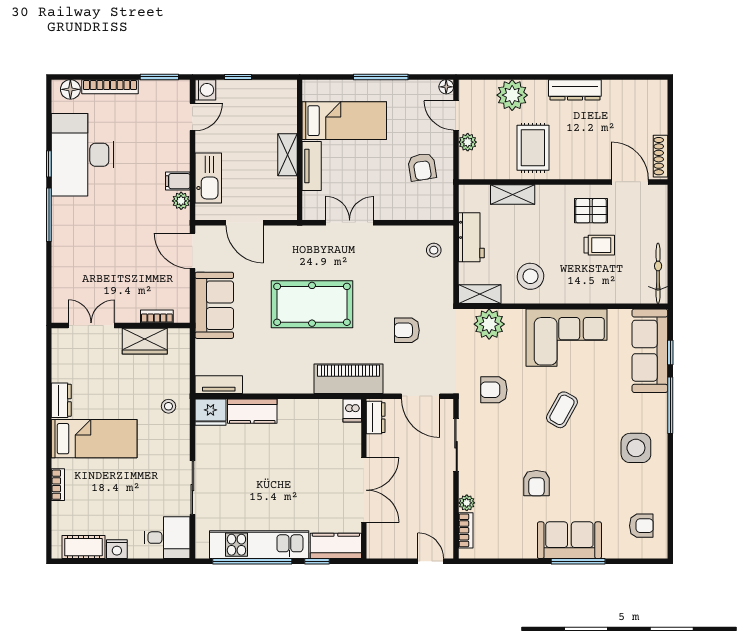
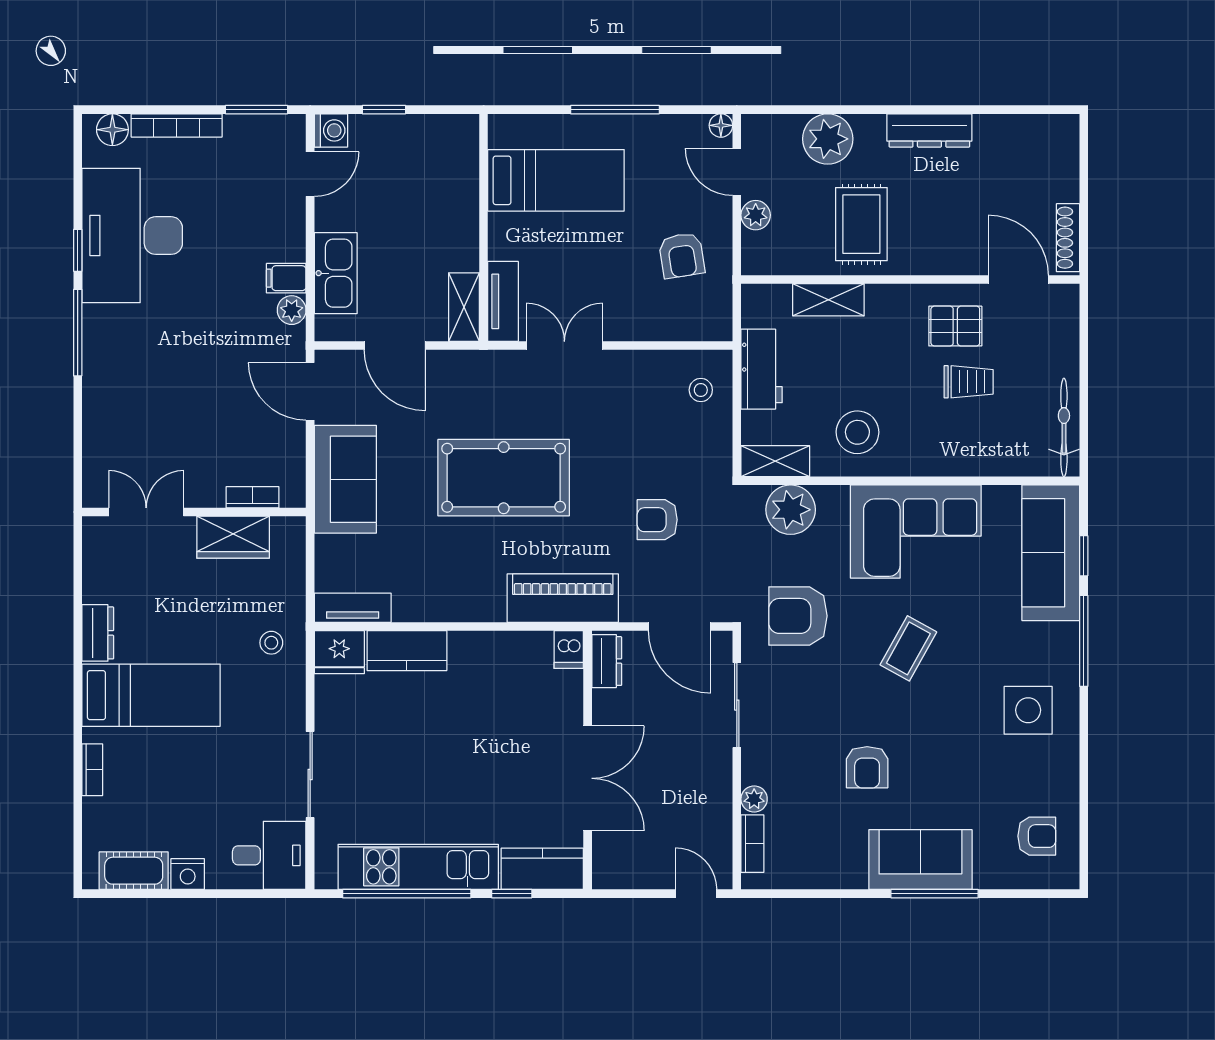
shelving: (287, 155) -> (464, 307), moved
tv unit: (312, 166) -> (503, 301), moved
armchair: (494, 390) -> (798, 616), width x1.38, depth x1.38

